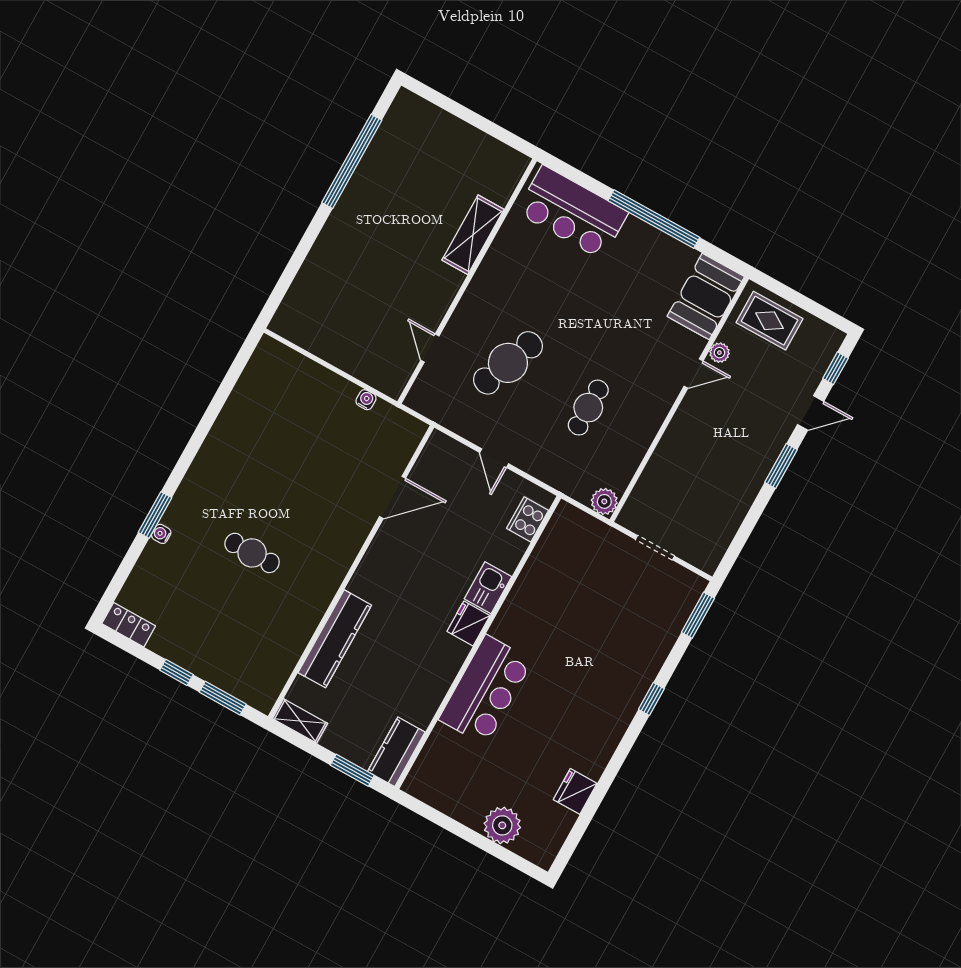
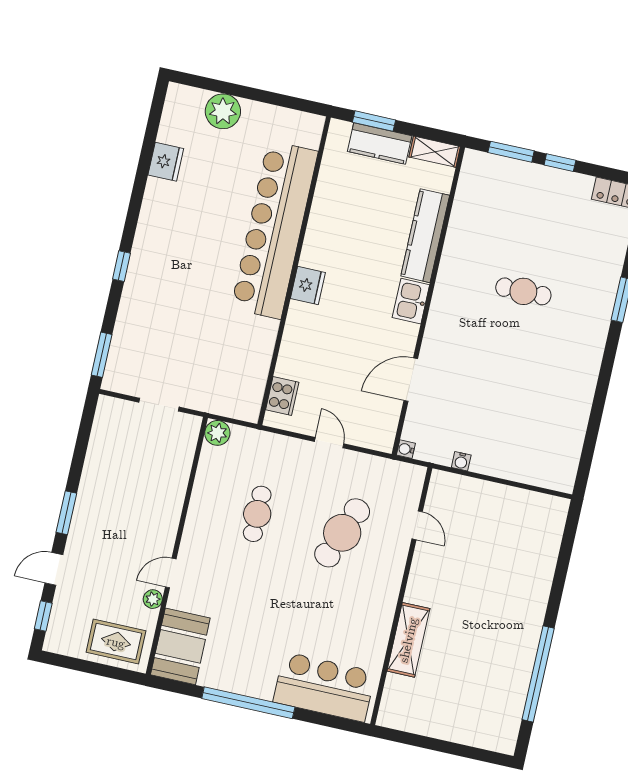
water cooler: (161, 534) -> (406, 449), moved, turned 180
kitchen sink: (488, 588) -> (411, 301), moved, turned 180
bar counter: (486, 690) -> (274, 230), width x1.86
kitchen counter: (396, 752) -> (380, 144), moved, turned 90

